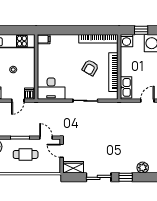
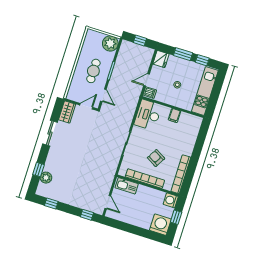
filing cabinet: (44, 39) -> (174, 115), moved
door: (18, 101) -> (146, 80), hinge flipped
door: (46, 138) -> (103, 95), hinge flipped
window: (126, 177) -> (38, 170), moved

